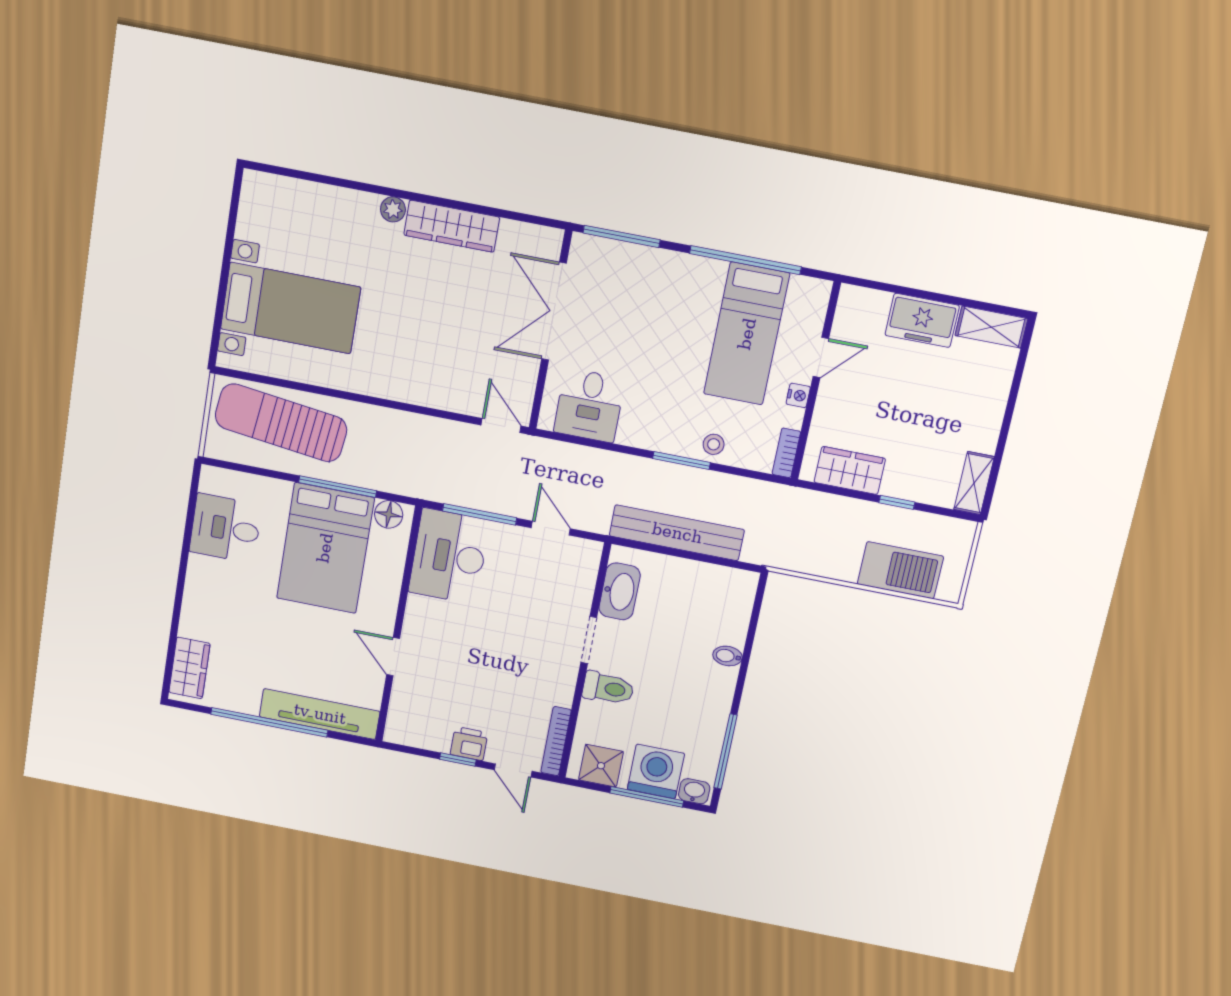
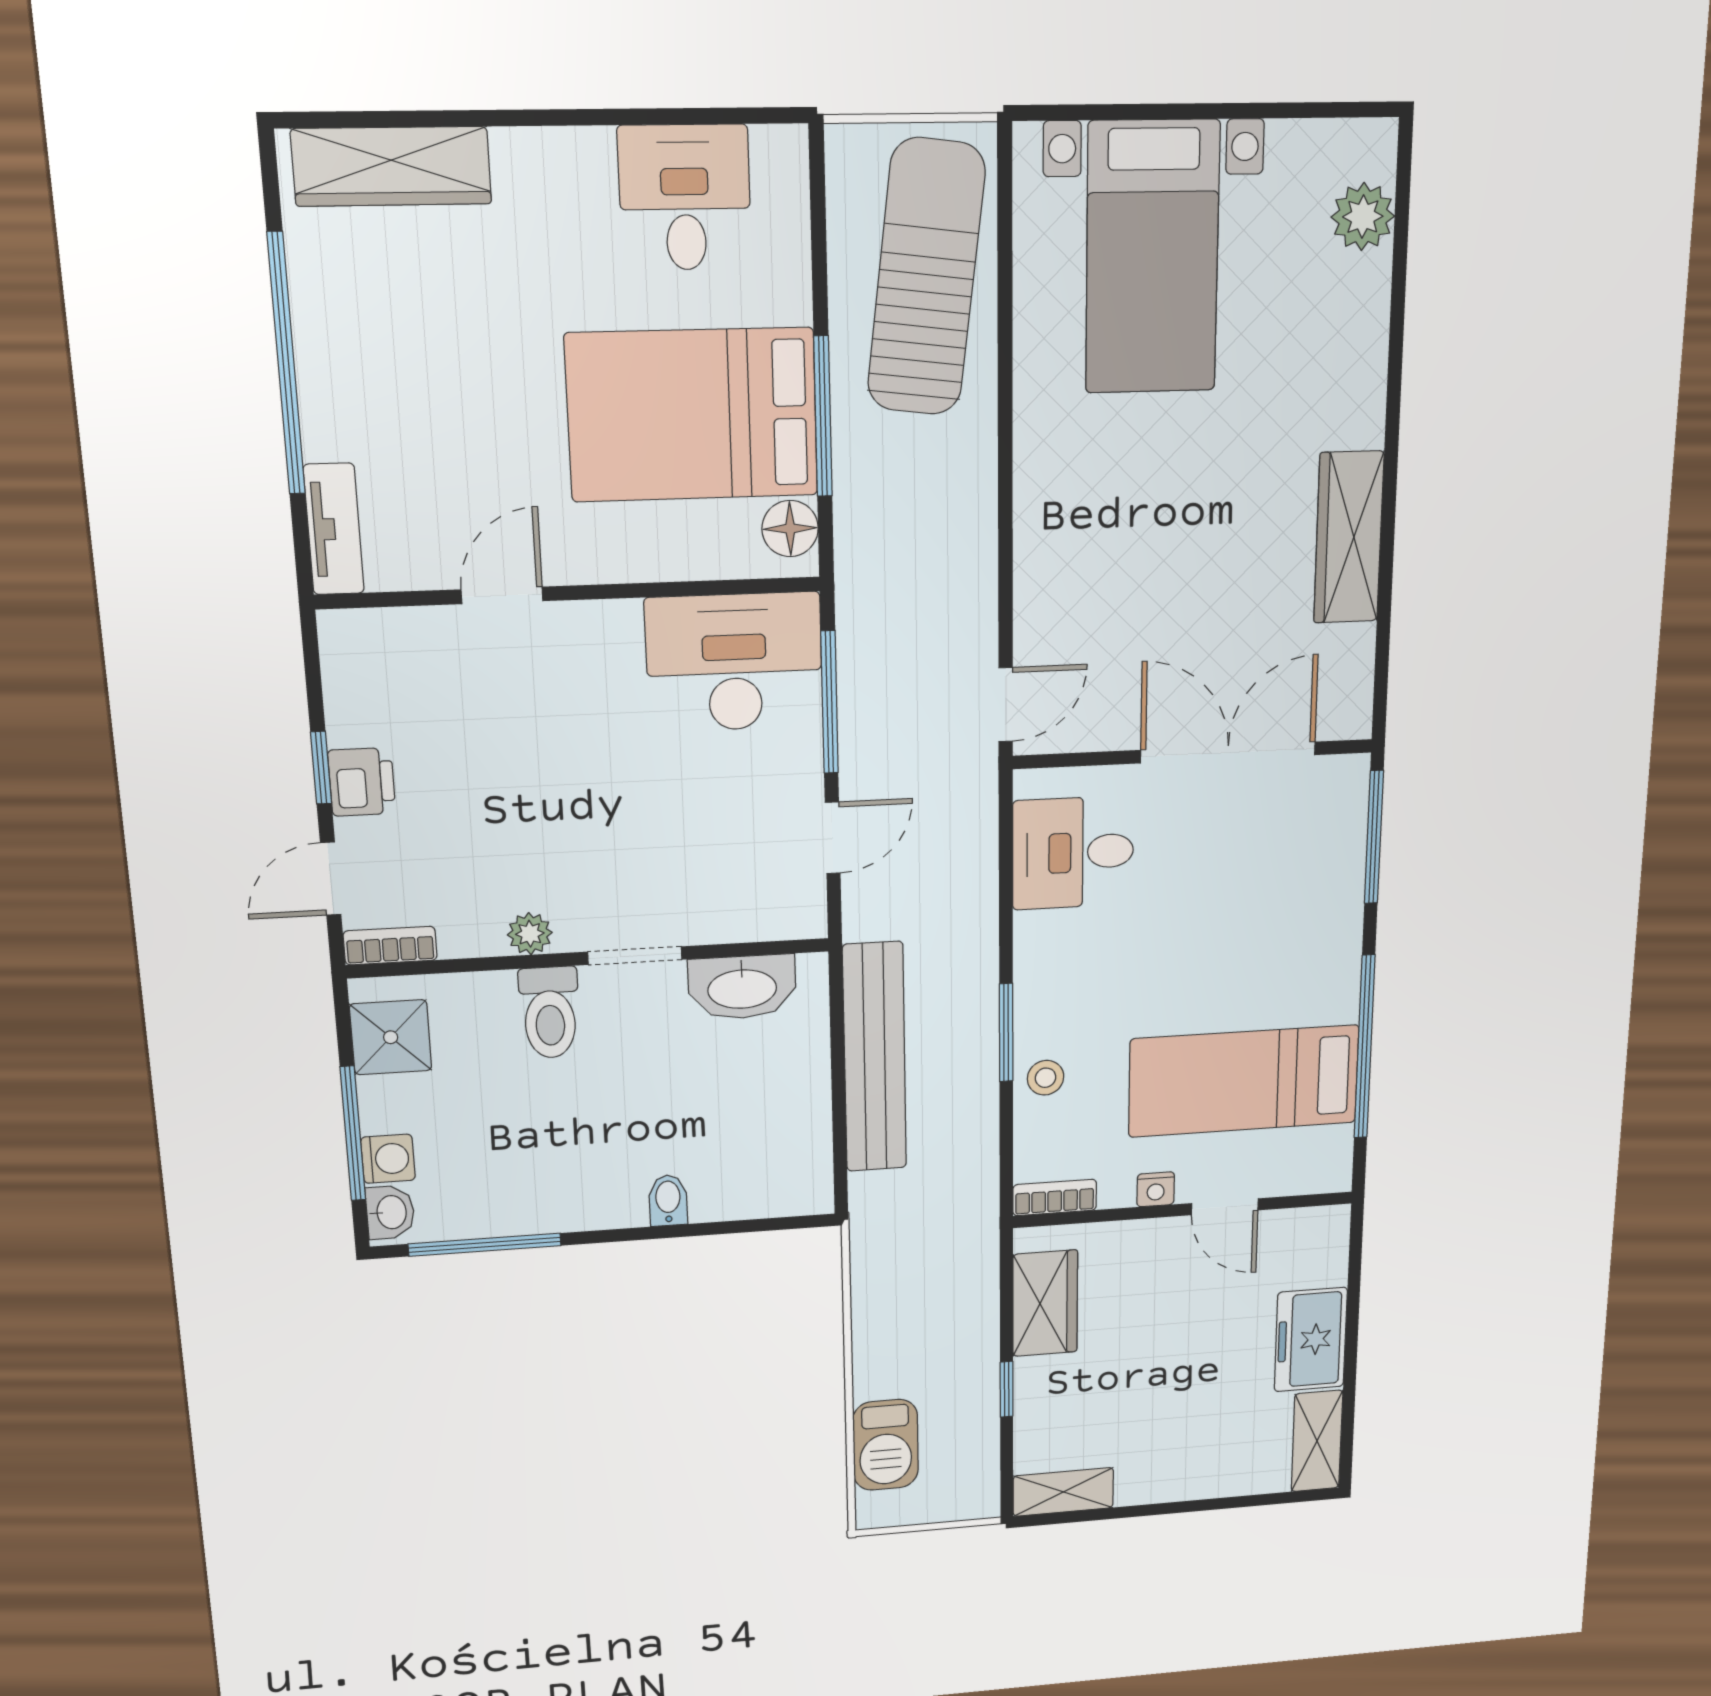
plant: (393, 209) -> (1363, 217), moved, width x1.38, depth x1.38
barbecue: (900, 570) -> (886, 1445), width x0.73, depth x0.83
wardrobe: (189, 668) -> (391, 166), width x1.50
plant: (564, 687) -> (530, 934), added
tv unit: (320, 714) -> (334, 529), width x0.52, depth x0.78
bookcase: (556, 741) -> (390, 946), width x0.64
washing machine: (656, 771) -> (388, 1159), width x0.53, depth x0.53

